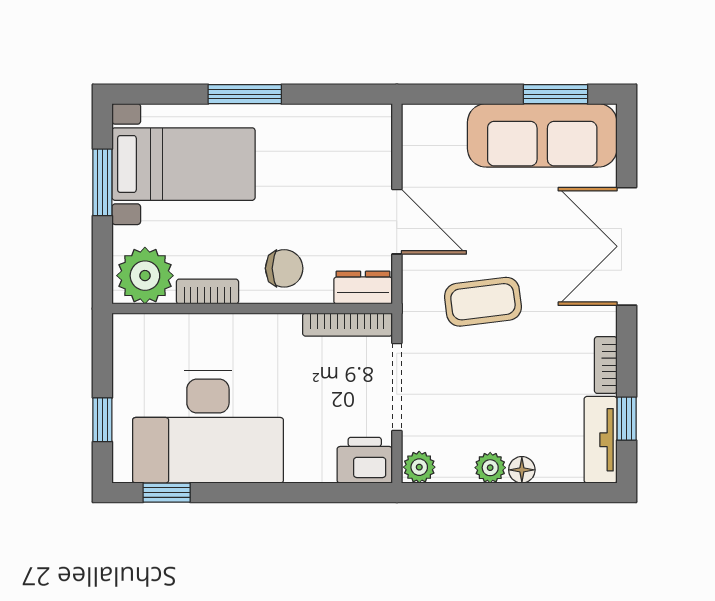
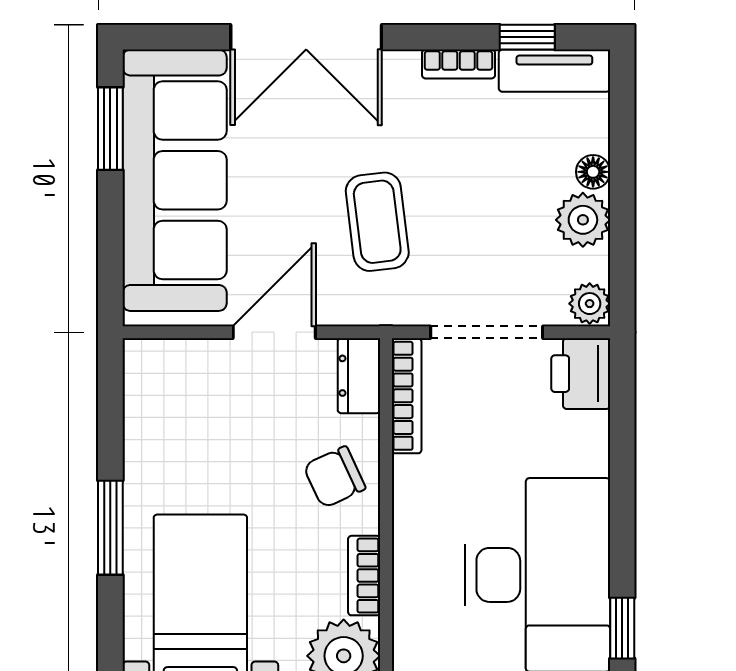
sofa: (542, 135) -> (175, 180), width x1.36, depth x1.27
chair: (284, 268) -> (334, 477), turned -115
plant: (490, 468) -> (583, 220), width x1.38, depth x1.38

